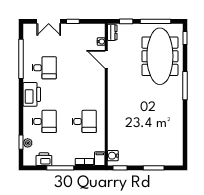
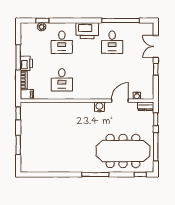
water cooler: (113, 156) -> (99, 107), moved
printer: (44, 159) -> (26, 63), moved

